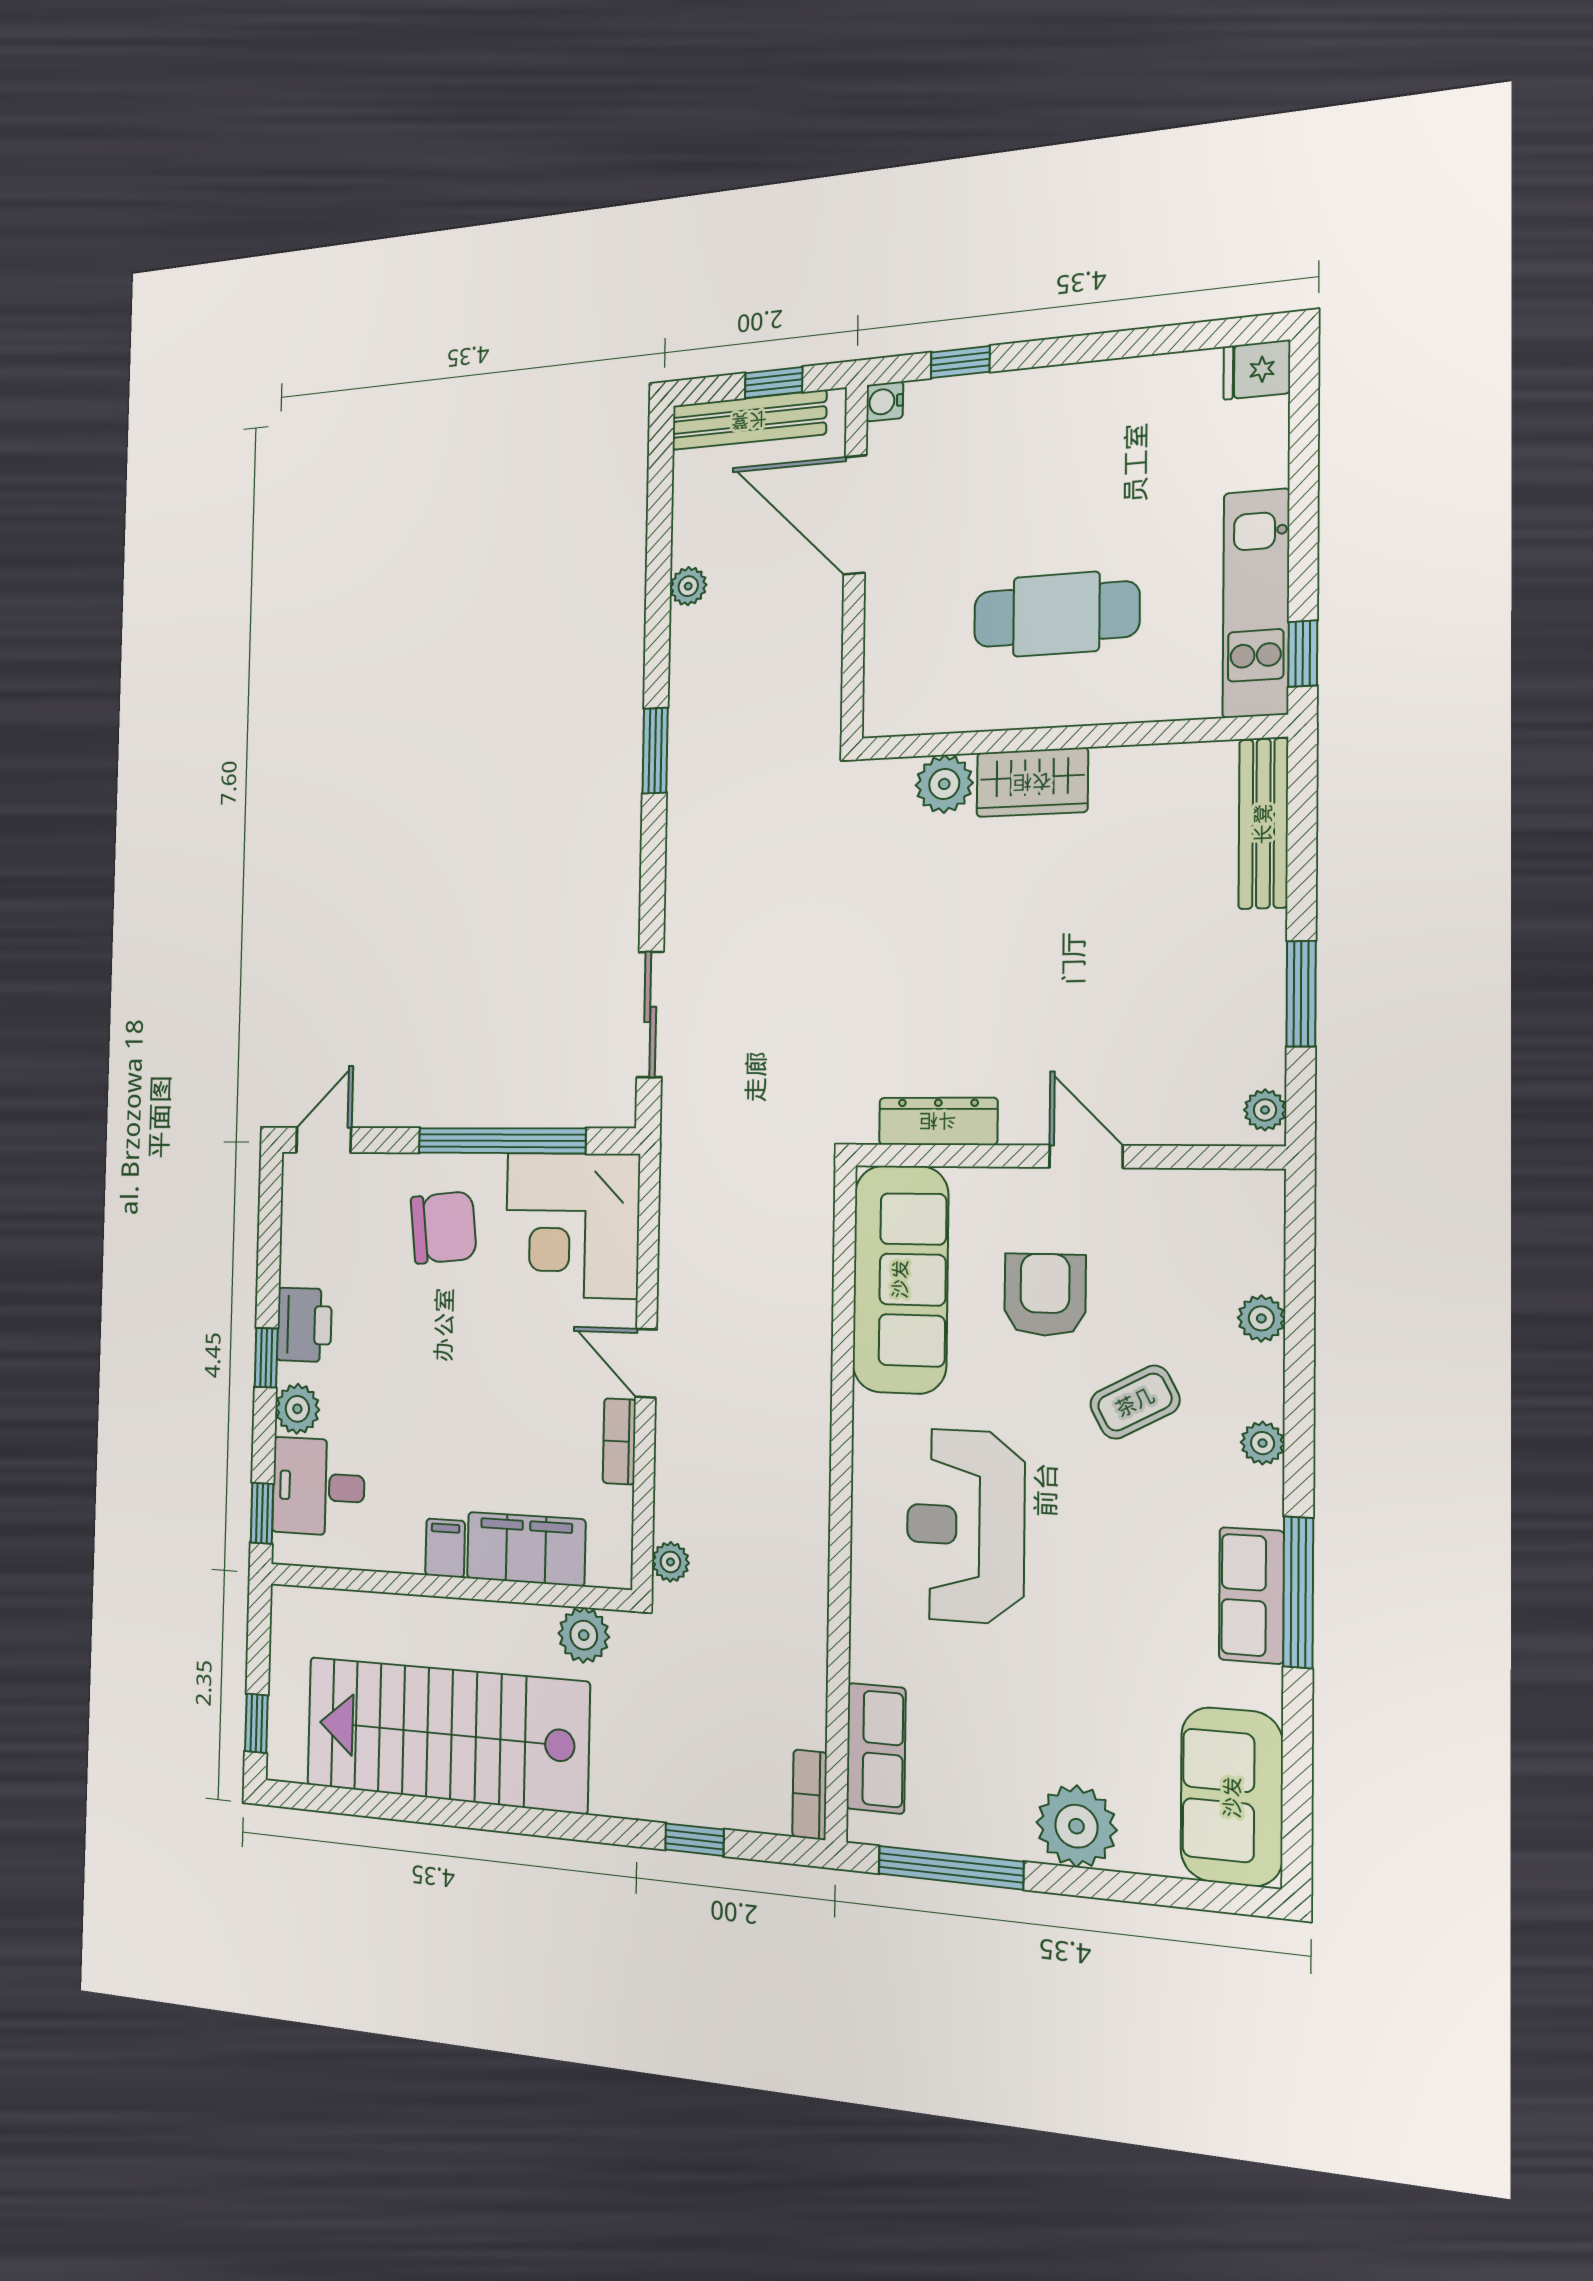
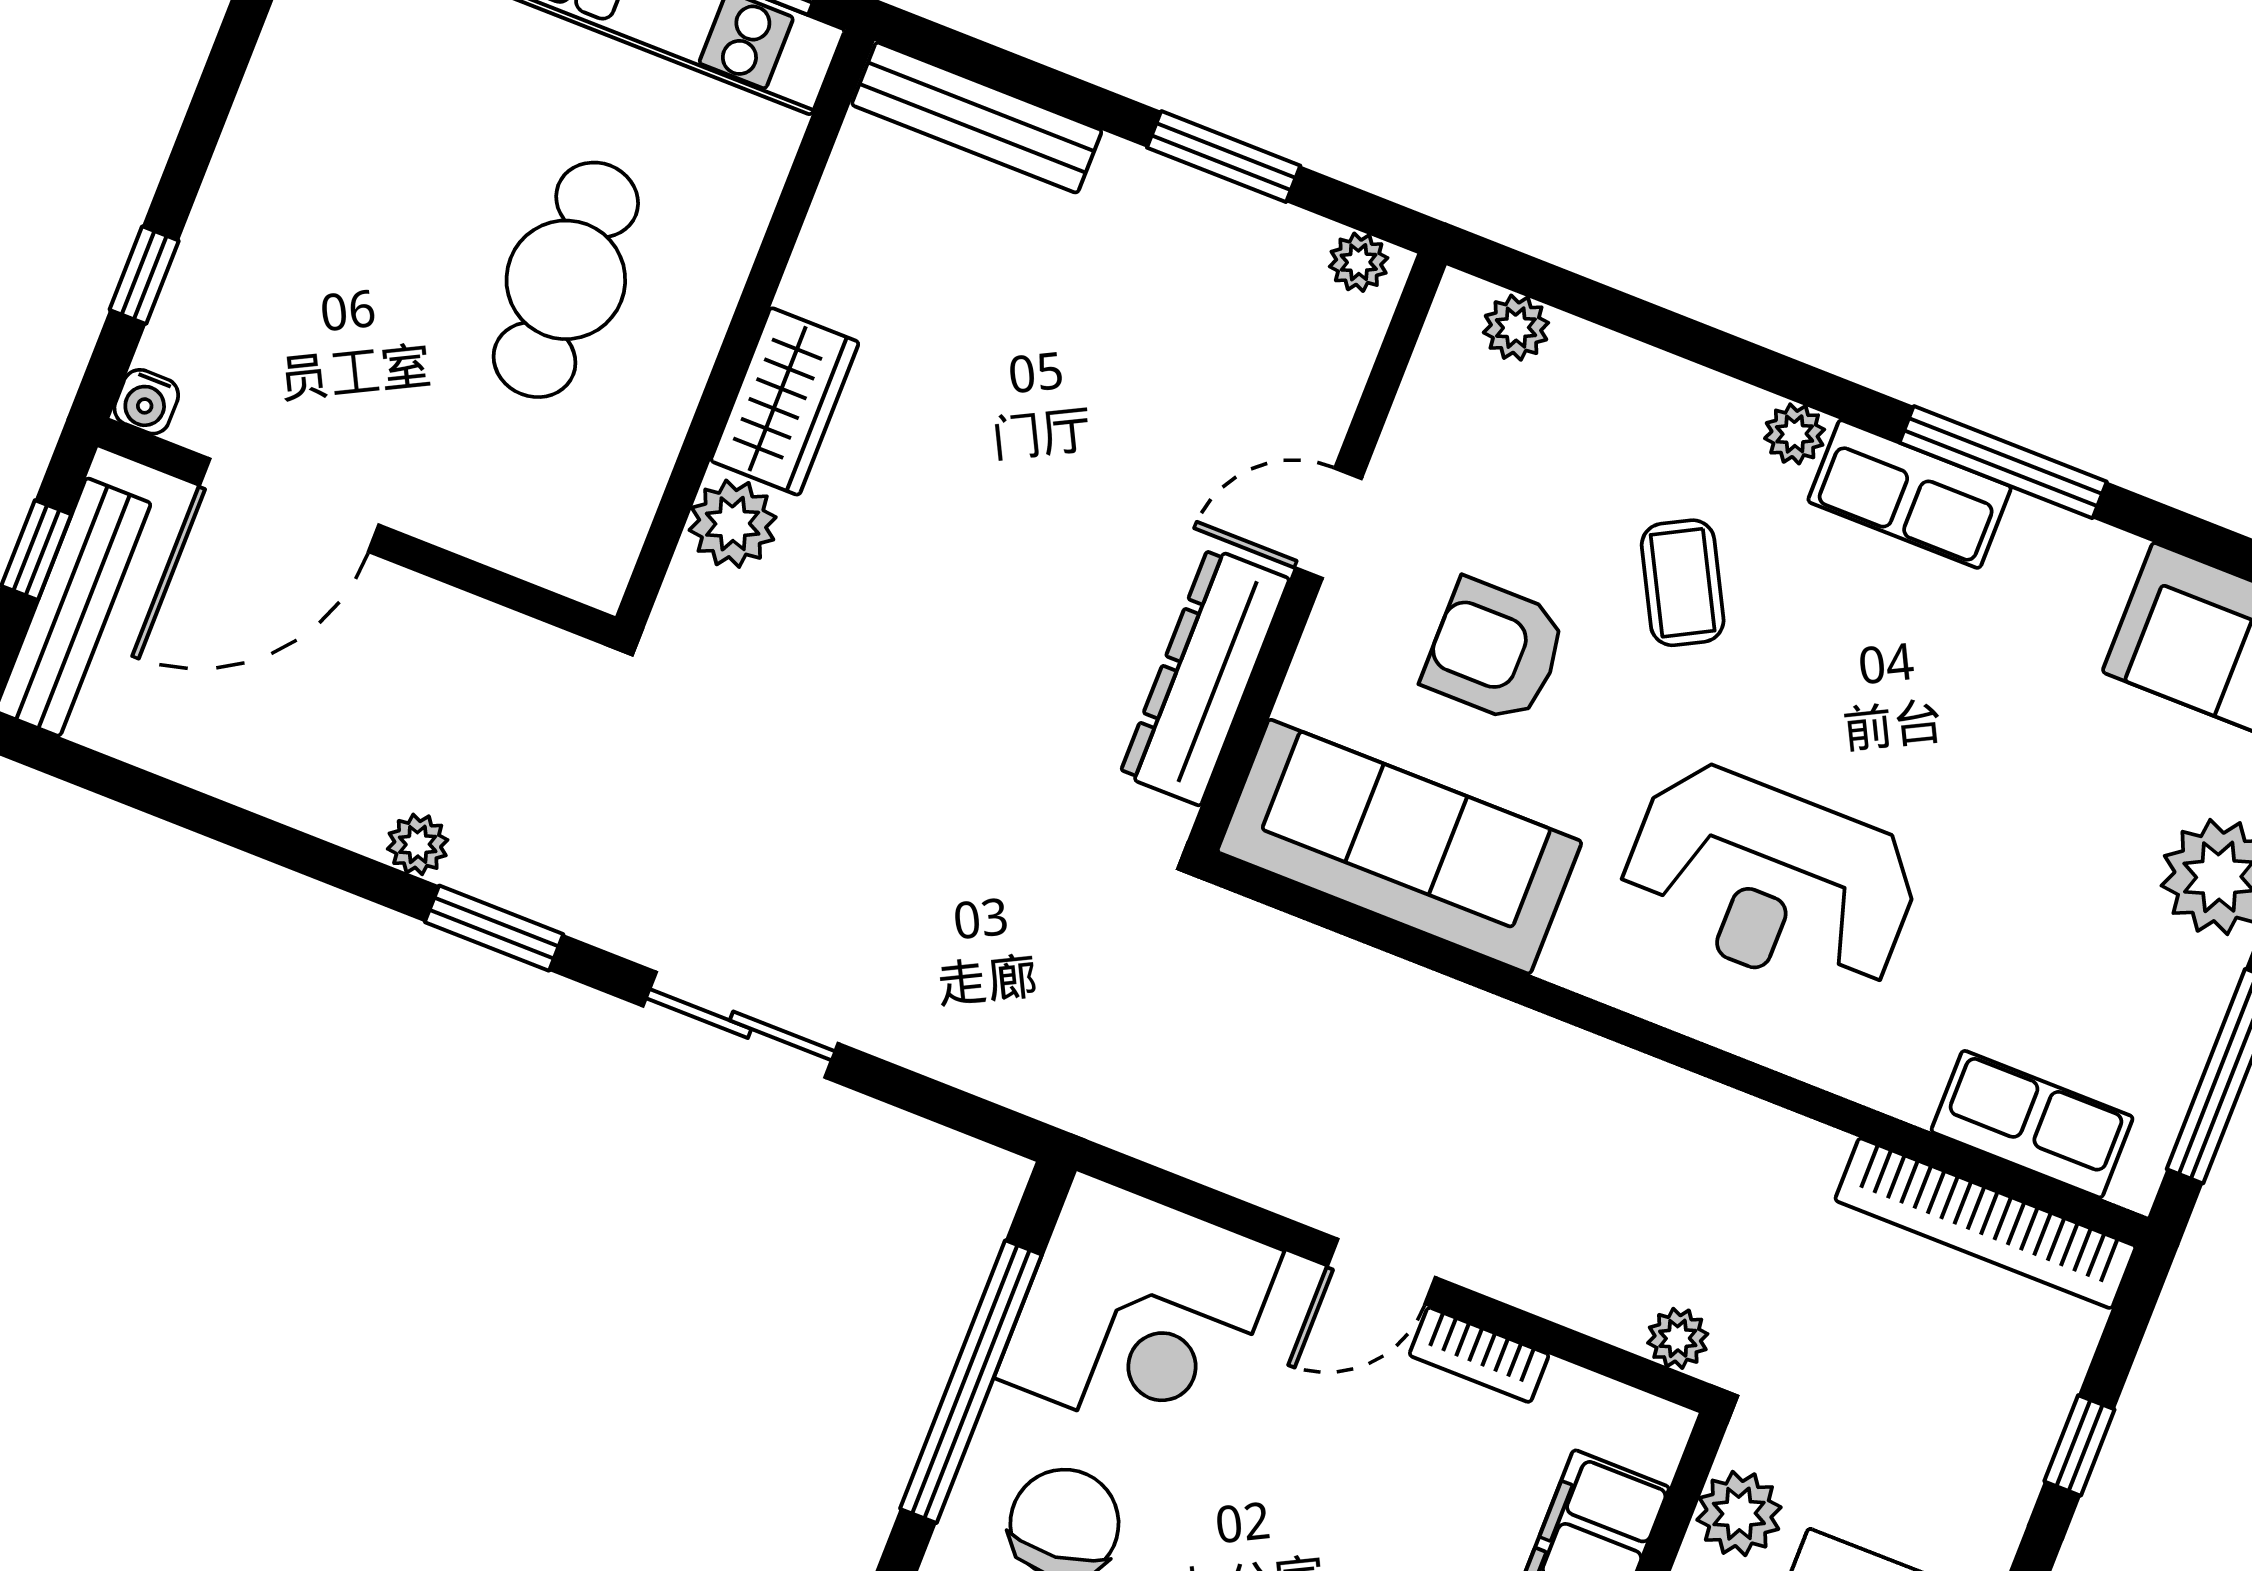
plant: (688, 586) -> (418, 844), moved
sliding door: (650, 1014) -> (741, 1025), moved
dresser: (938, 1121) -> (1205, 677), width x1.37, depth x1.24
plant: (1261, 1318) -> (1516, 328), moved
row of seats: (1251, 1595) -> (1910, 494), moved
bookcase: (810, 1795) -> (1985, 1223), width x2.31, depth x1.31

